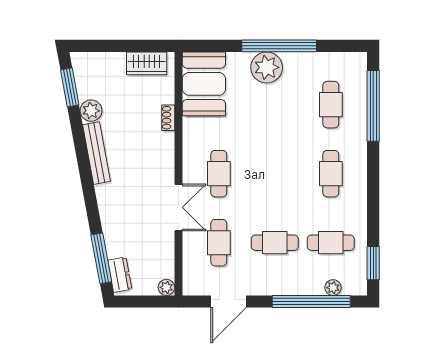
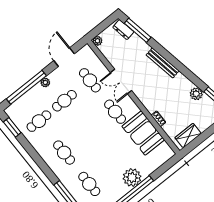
booth: (204, 84) -> (143, 133), moved
bench: (97, 153) -> (163, 63), moved
plant: (333, 288) -> (45, 82), moved

